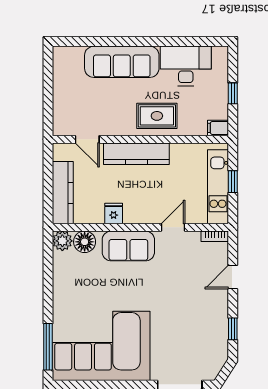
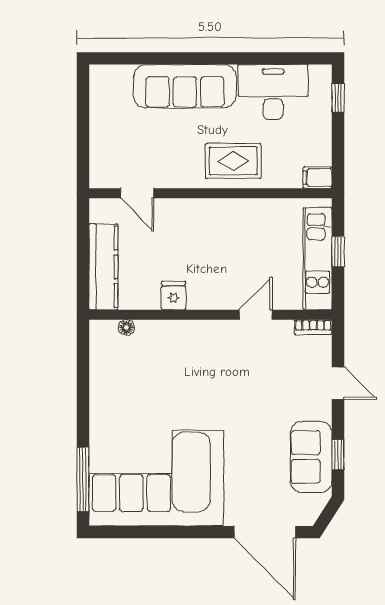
window: (233, 93) -> (338, 98), moved
kitchen counter: (136, 154) -> (205, 213), removed
plant: (62, 241) -> (103, 333), removed
floor lamp: (85, 242) -> (126, 328), width x0.53, depth x0.53
sofa: (128, 246) -> (311, 457), moved, turned 90
door: (233, 277) -> (338, 383), swing flipped

